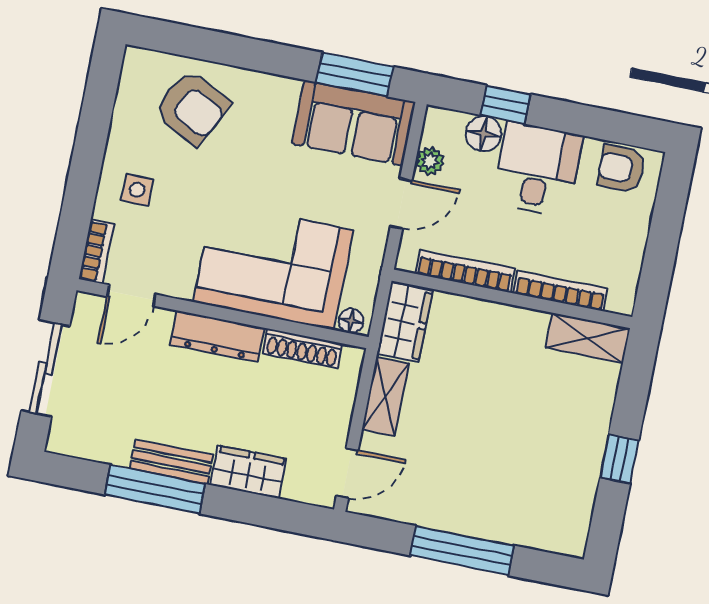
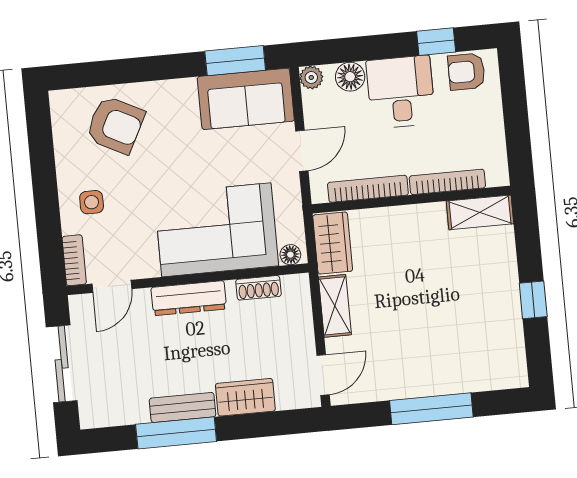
window: (506, 105) -> (436, 42), moved
plant: (430, 161) -> (311, 77), moved
shoe rack: (302, 349) -> (258, 288), width x0.70

